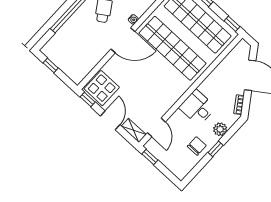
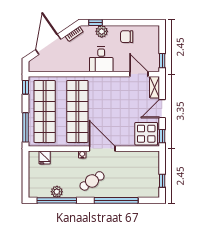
door: (156, 127) -> (139, 74), hinge flipped
window: (216, 149) -> (95, 23), moved

